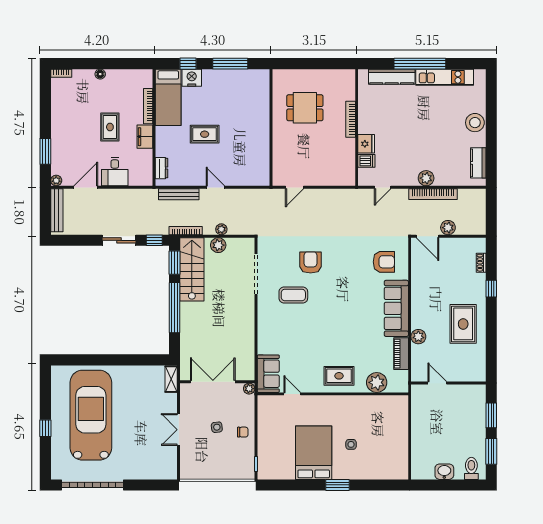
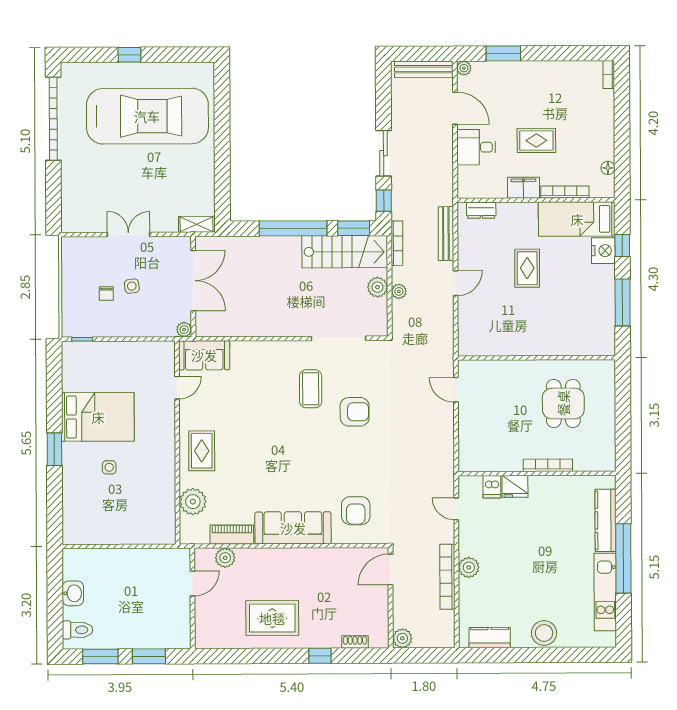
floor lamp: (100, 74) -> (608, 168), moved
plant: (448, 228) -> (402, 638), moved
plant: (418, 337) -> (225, 558), moved
chair: (243, 432) -> (106, 293), moved

